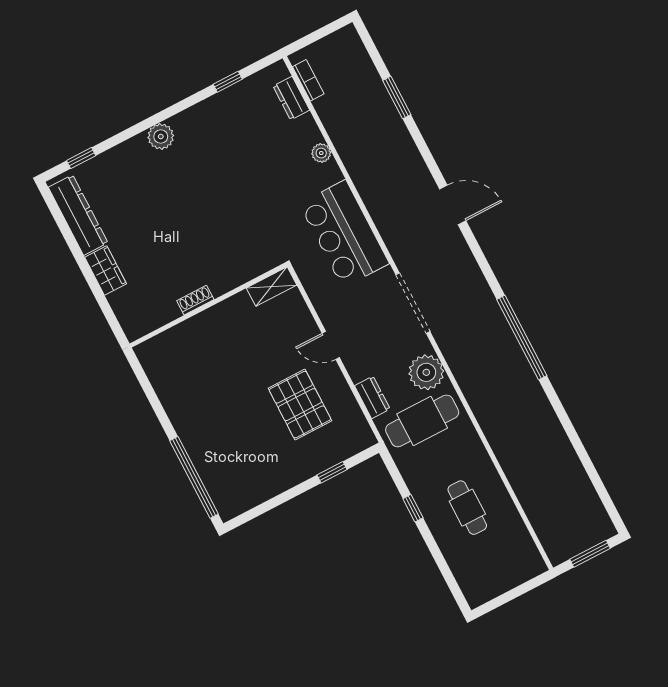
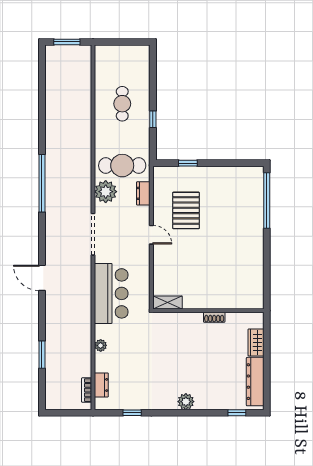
shelving: (271, 287) -> (168, 303), moved
shoe rack: (195, 300) -> (214, 317), moved
wall: (208, 305) -> (208, 311), moved

